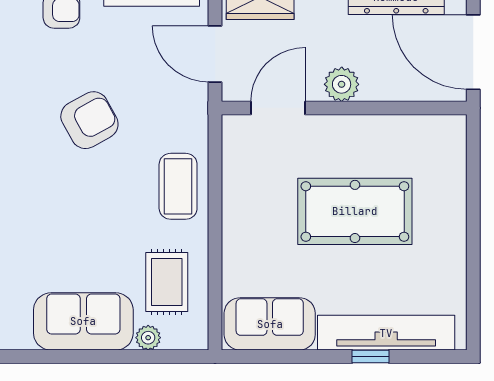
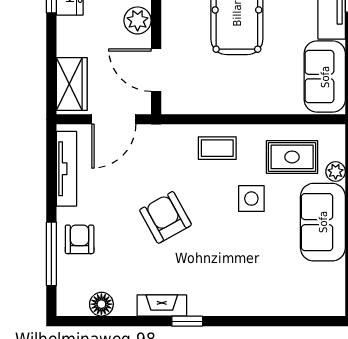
coffee table: (178, 186) -> (217, 148), width x0.73, depth x0.77
side table: (114, 230) -> (251, 199), added

